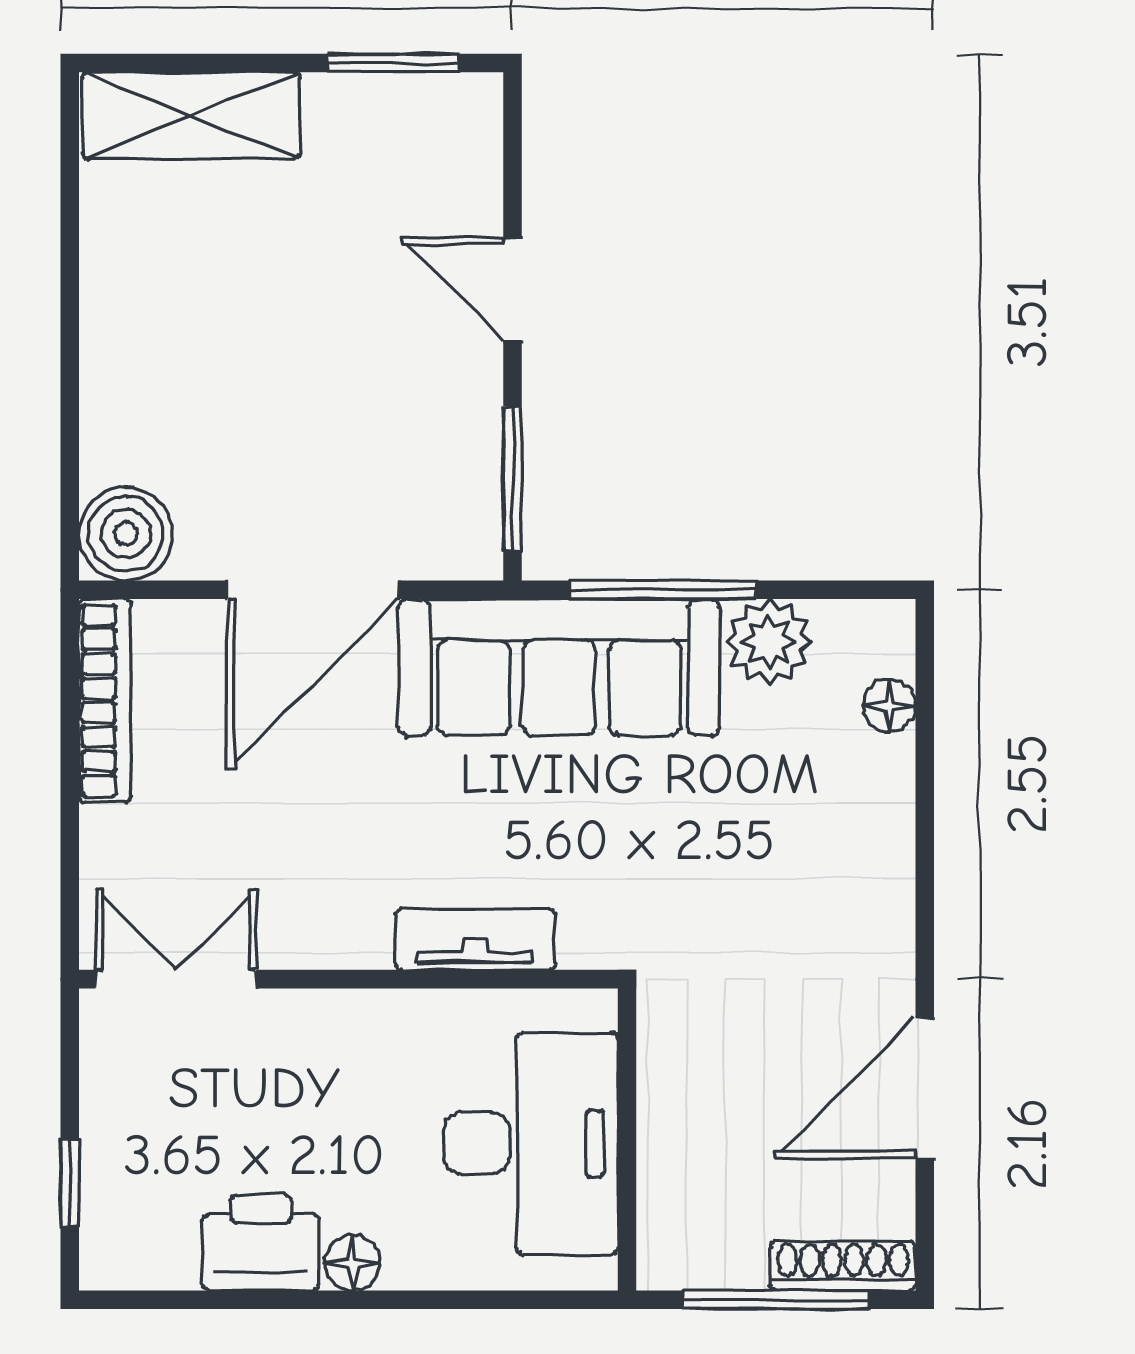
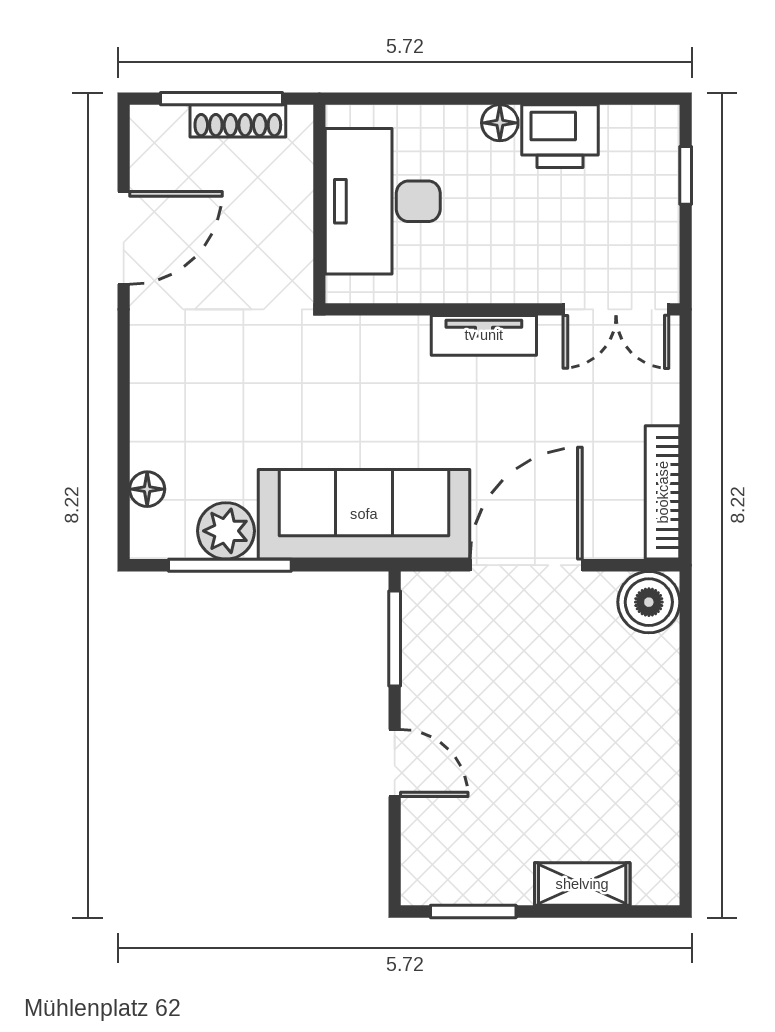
shelving: (191, 116) -> (582, 884), width x0.67, depth x0.75
window: (663, 590) -> (230, 565), moved
tv unit: (475, 939) -> (484, 335), moved
shoe rack: (843, 1266) -> (238, 121), moved

